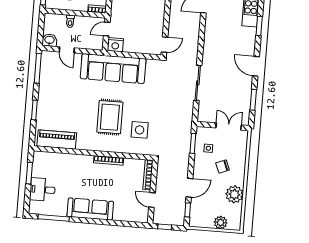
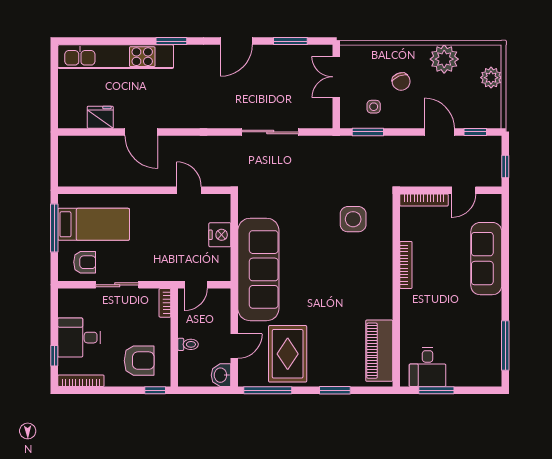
door: (107, 29) -> (196, 285), hinge flipped
nightstand: (115, 45) -> (220, 235), moved
door: (165, 45) -> (189, 190), moved
rug: (110, 117) -> (288, 354), moved, turned 90
desk: (43, 190) -> (428, 367), moved
sofa: (90, 209) -> (486, 259), moved

